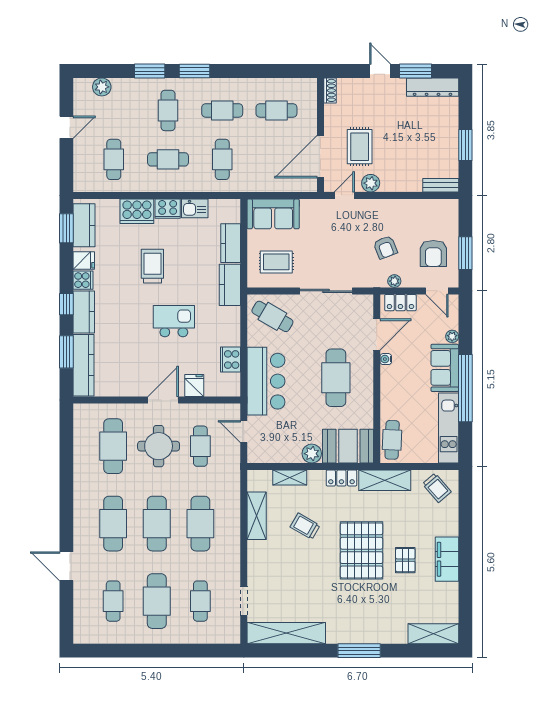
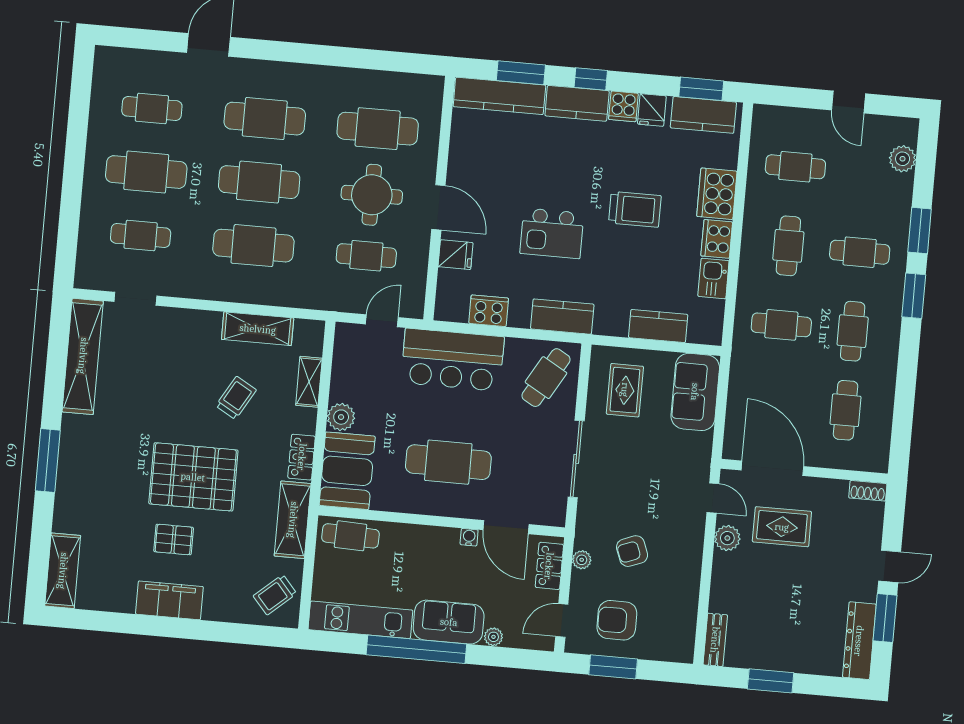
kitchen counter: (230, 285) -> (562, 317), moved
kitchen island: (174, 321) -> (552, 233), turned 90

